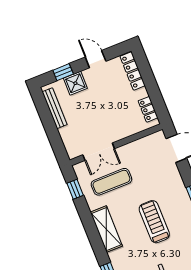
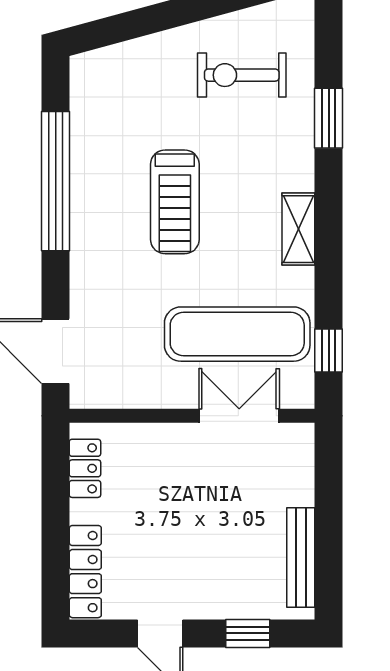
shower: (75, 83) -> (229, 596), removed
exercise mat: (111, 182) -> (237, 334), width x1.36, depth x1.45
shelving: (106, 229) -> (298, 229), width x0.67, depth x0.75

